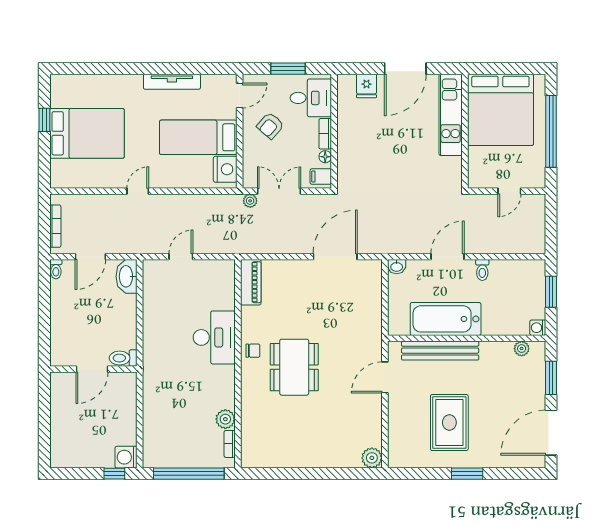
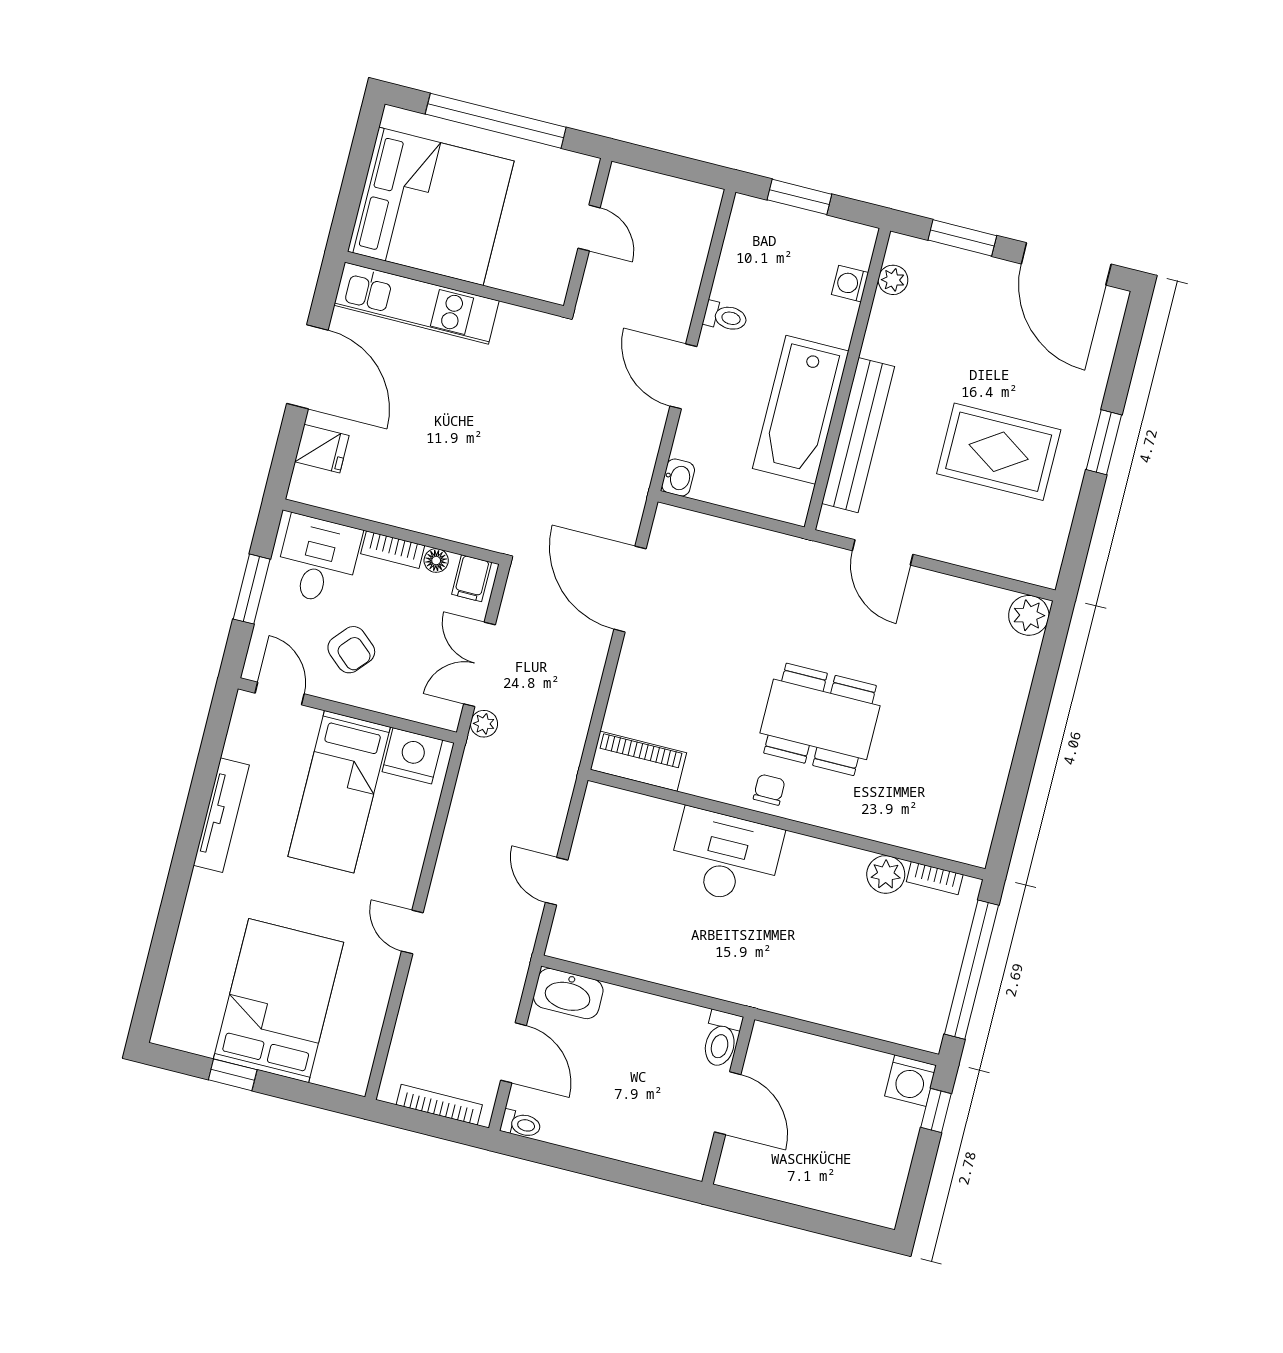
washing machine: (538, 328) -> (850, 284), moved, turned 90

